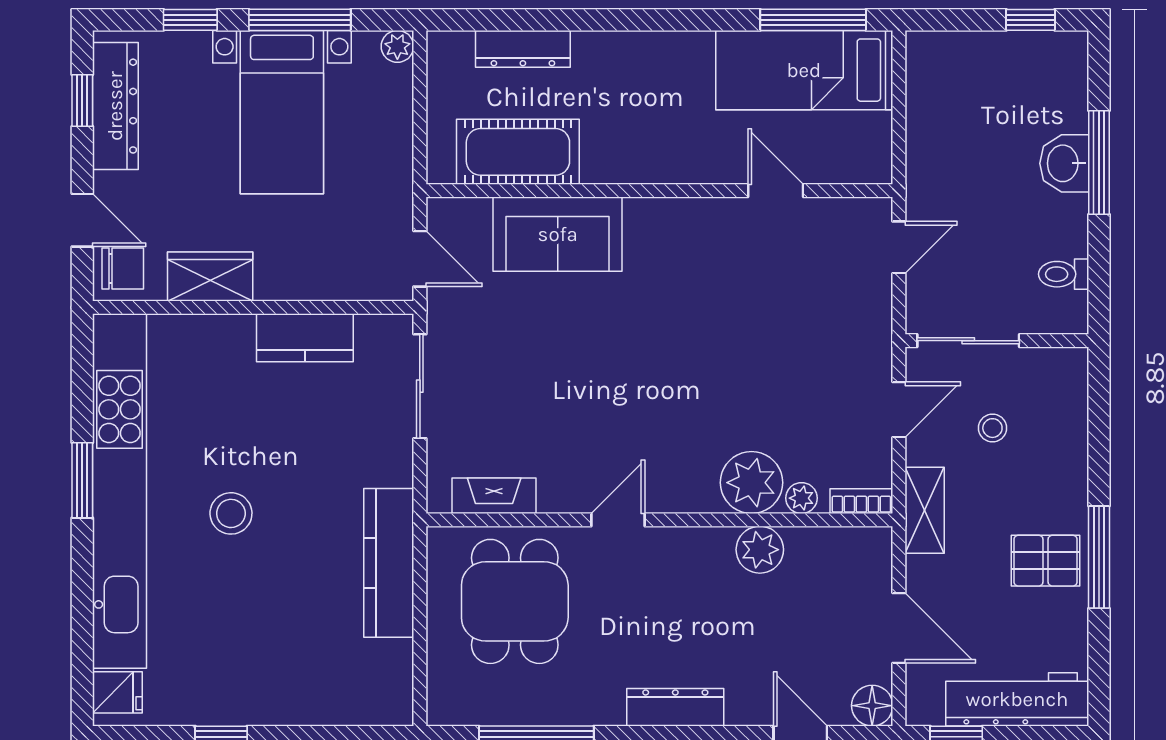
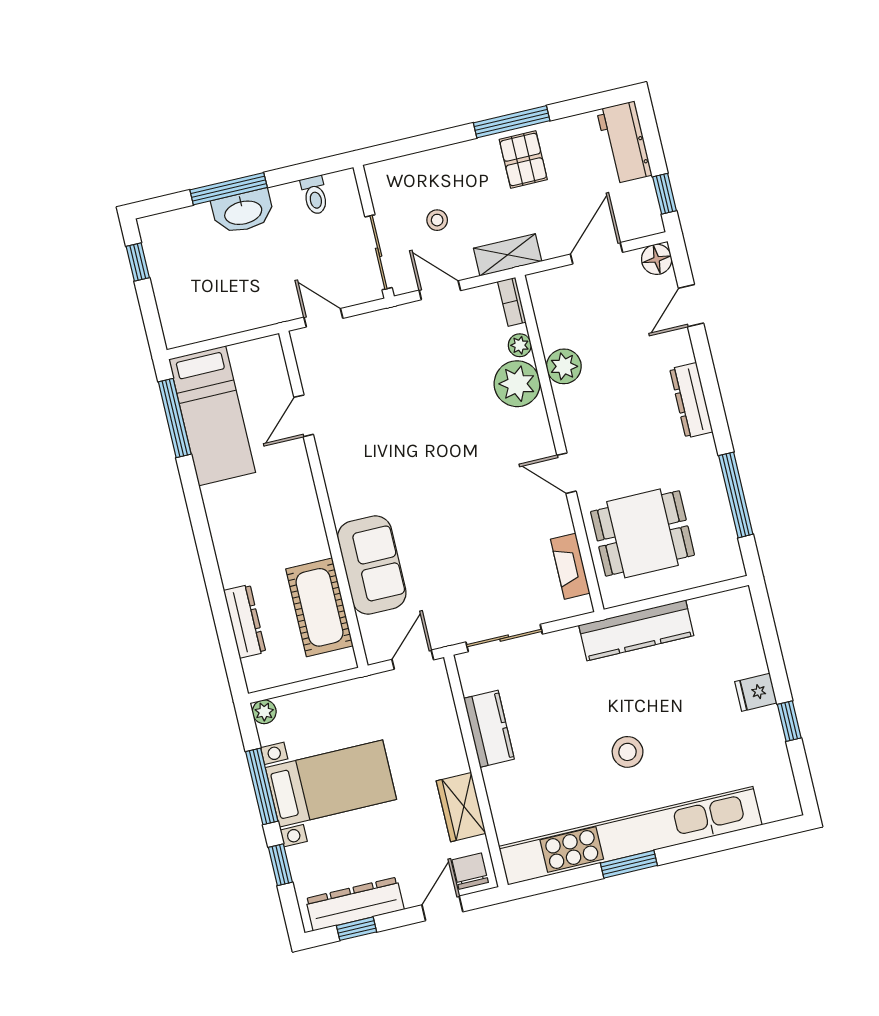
washbasin: (1064, 163) -> (243, 212), width x1.38
fridge: (117, 692) -> (756, 692), moved, turned -90
workbench: (1017, 699) -> (624, 142), width x0.73

